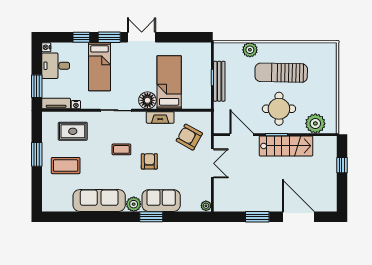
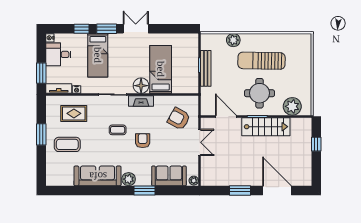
fireplace: (160, 117) -> (141, 101), moved
sofa: (161, 201) -> (169, 176), moved

